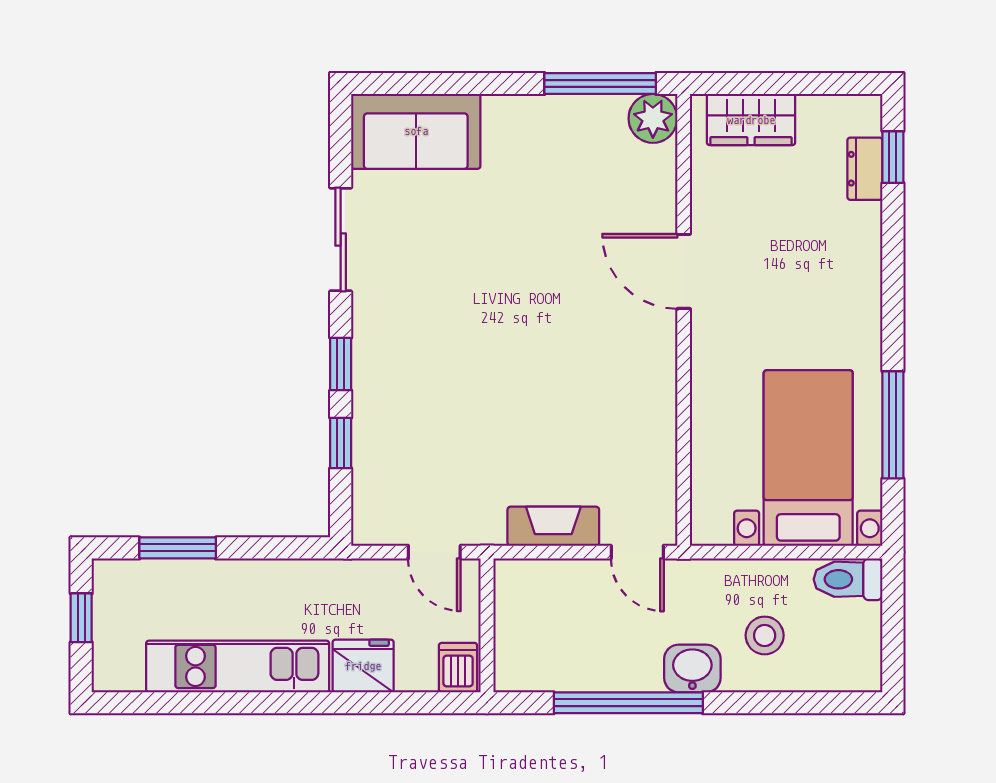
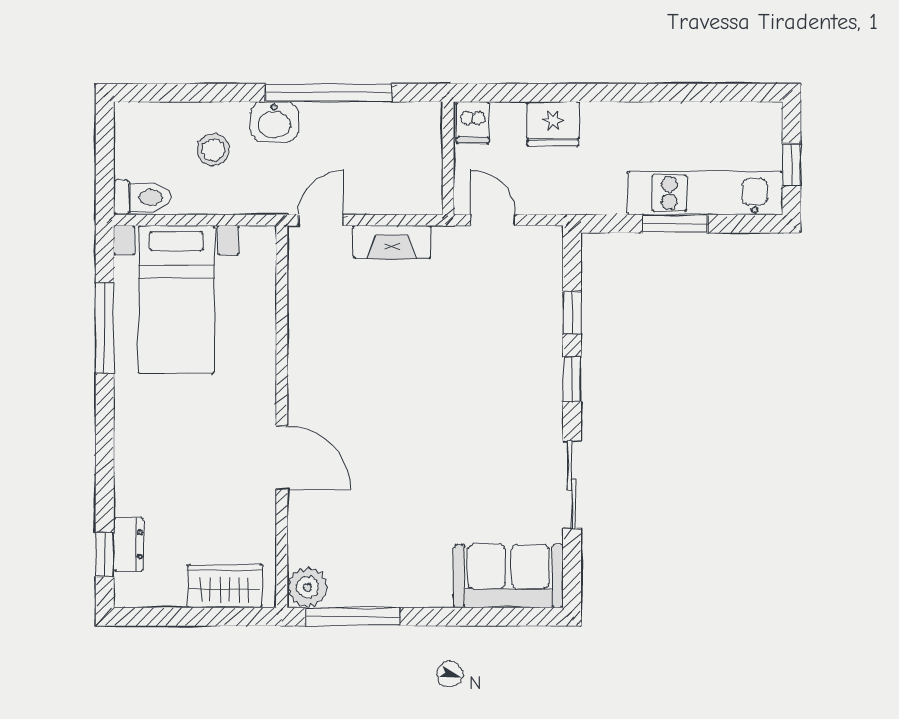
window: (178, 548) -> (675, 224), moved
door: (637, 552) -> (321, 220), hinge flipped
kitchen unit: (238, 666) -> (705, 193), moved, turned 180

